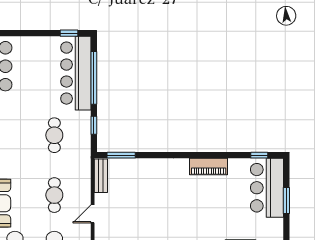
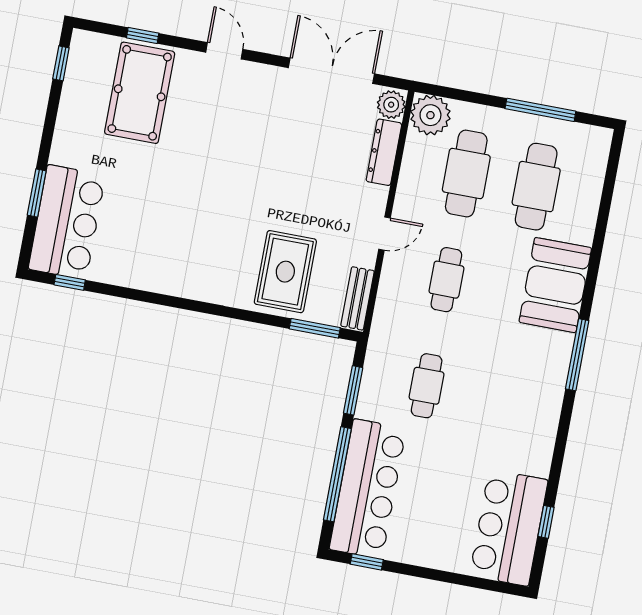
window: (94, 125) -> (353, 390), width x1.50
piano: (209, 167) -> (163, 279), removed
rug: (143, 183) -> (285, 272), added

